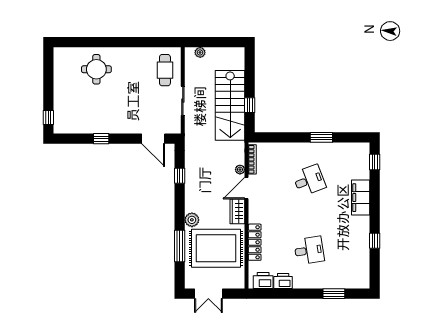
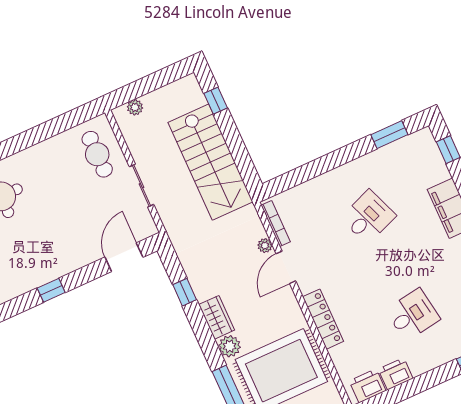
window: (250, 105) -> (216, 101), moved
window: (321, 137) -> (389, 135), moved
door: (153, 139) -> (124, 257), swing flipped
wardrobe: (237, 211) -> (217, 317), moved, turned 180
locker: (255, 242) -> (323, 319), moved

